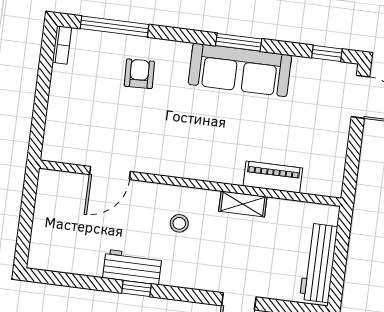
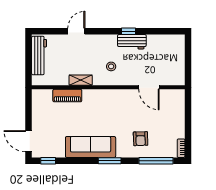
window: (239, 42) -> (110, 161), moved
door: (110, 173) -> (149, 87), swing flipped

